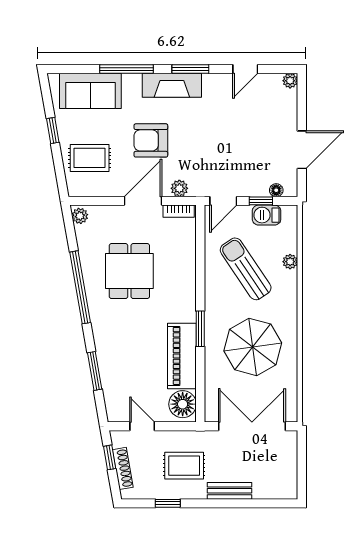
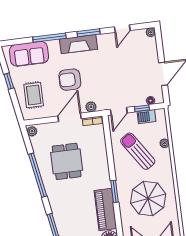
rug: (90, 158) -> (34, 95), turned 90

